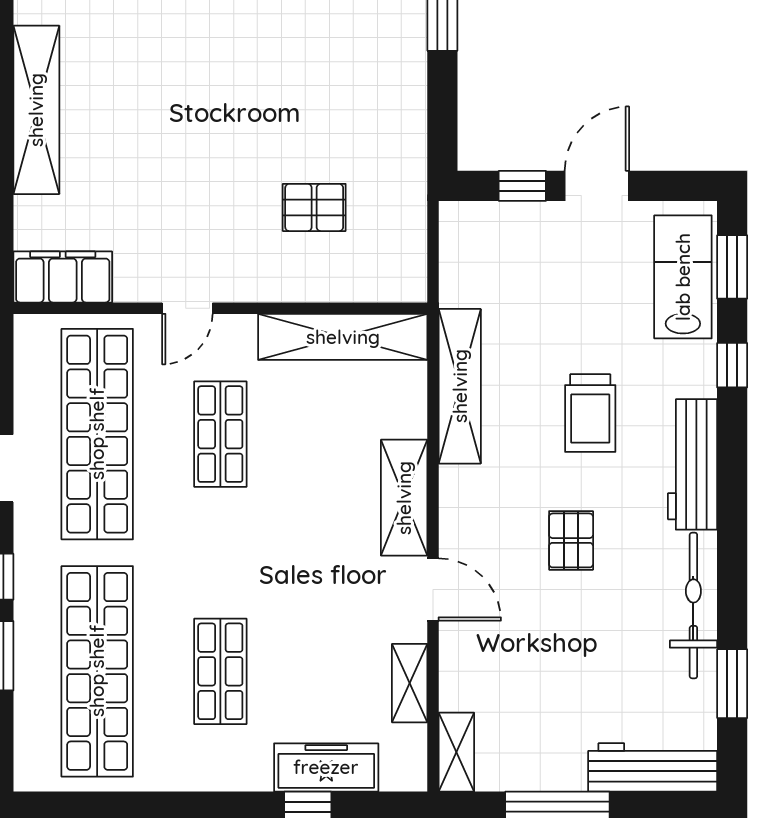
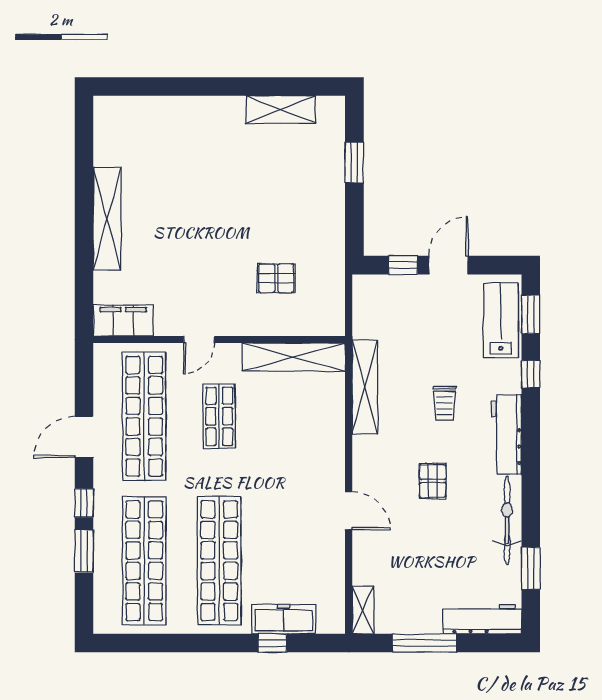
trolley: (590, 413) -> (444, 403), width x0.73, depth x0.72
shelving: (404, 498) -> (331, 455), removed
shop shelf: (220, 671) -> (219, 561), width x2.00, depth x1.36
shelving: (410, 683) -> (334, 568), removed

